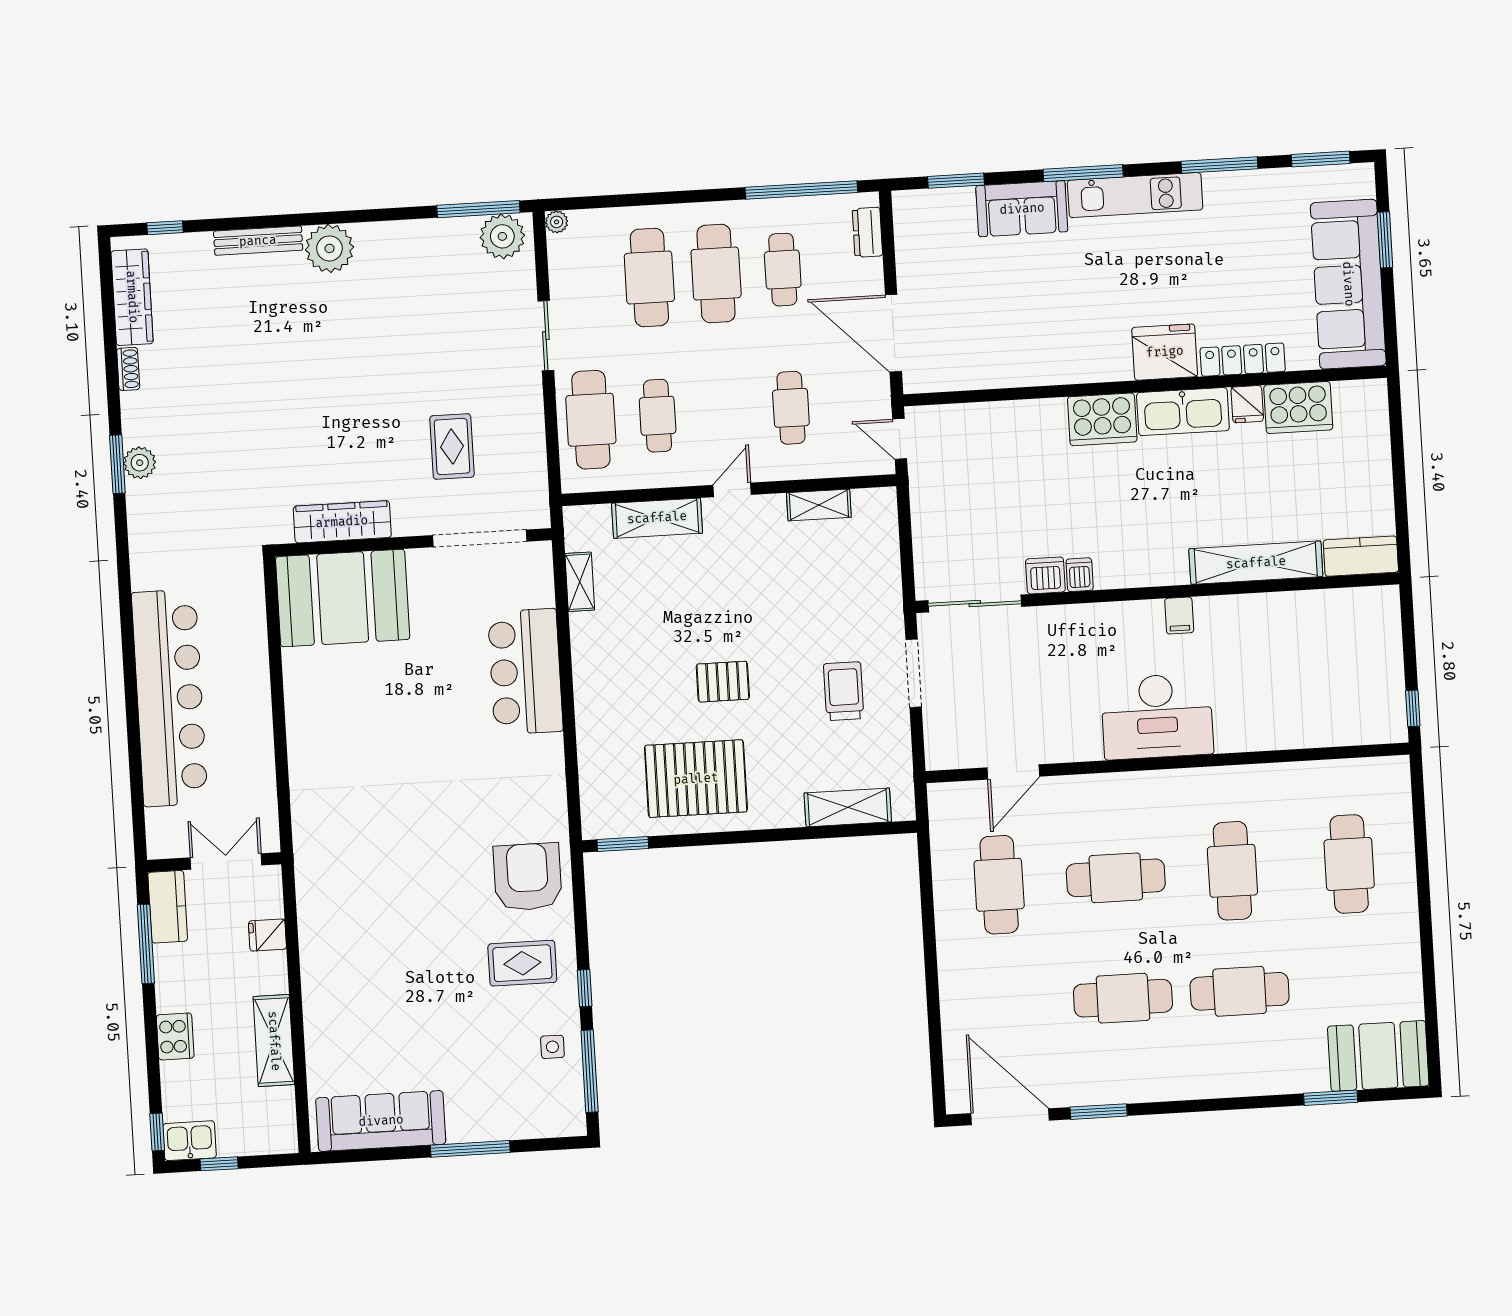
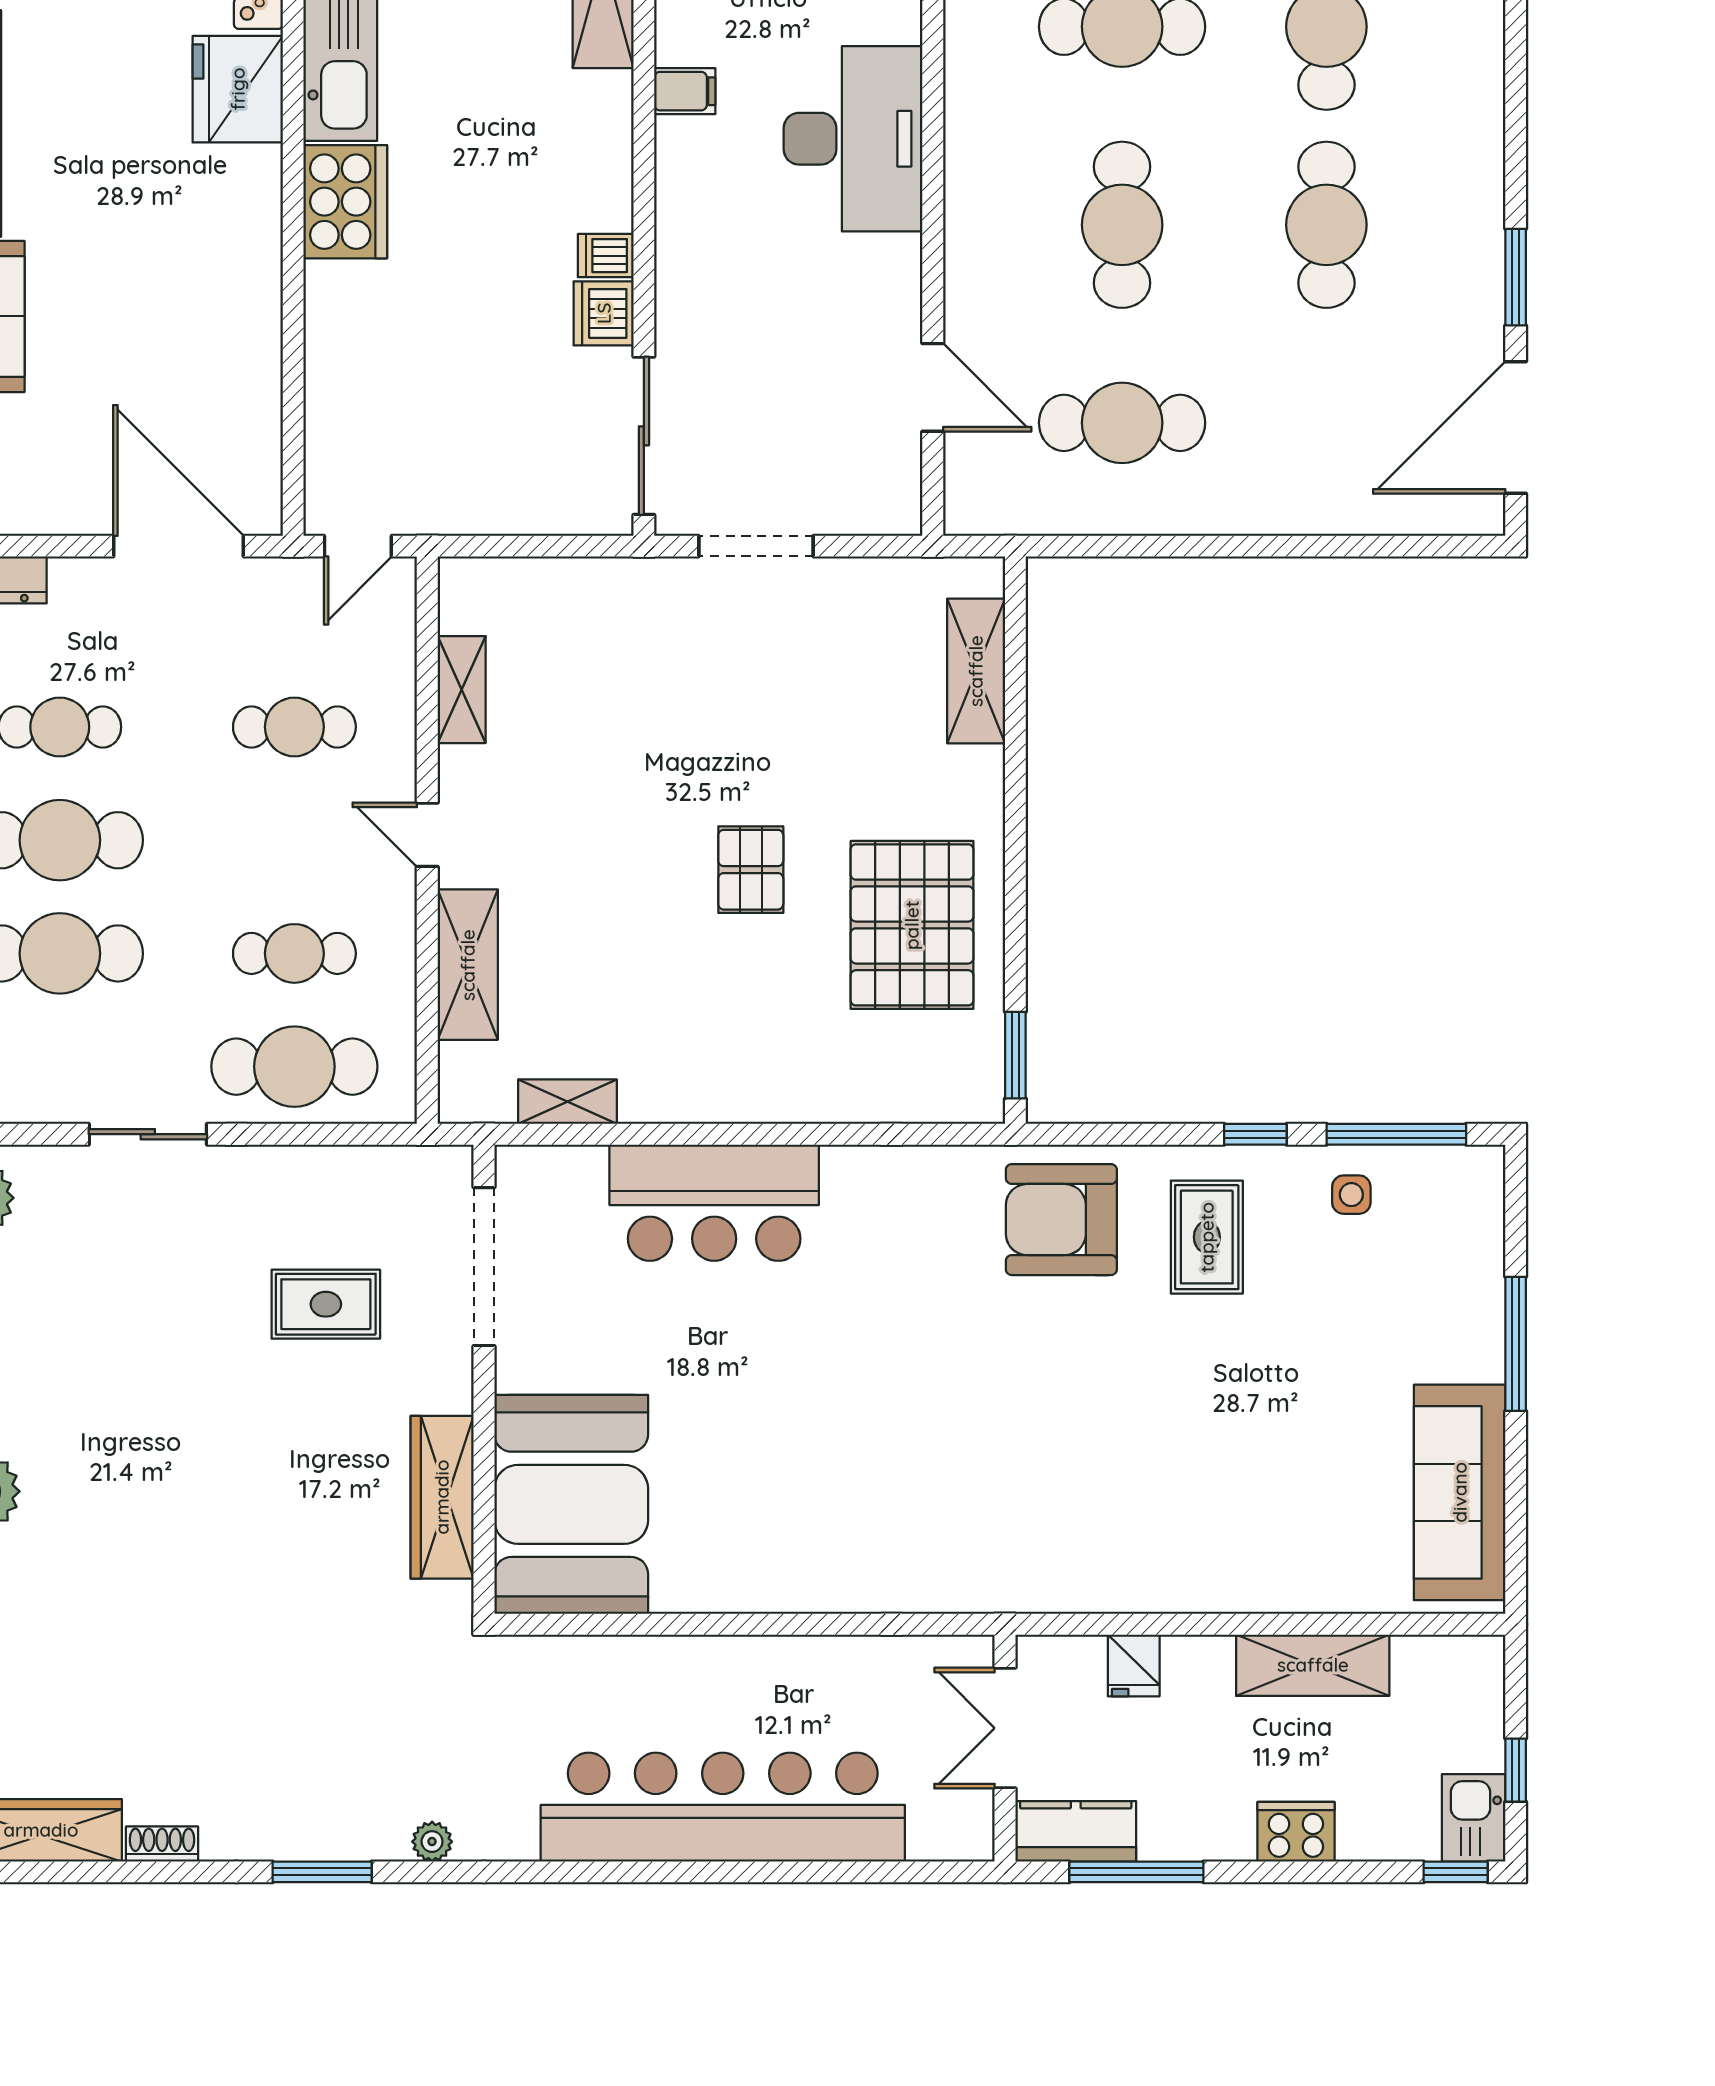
door: (893, 333) -> (178, 546), swing flipped
plant: (140, 463) -> (432, 1842), moved, width x0.73, depth x0.73
trolley: (844, 691) -> (779, 666), removed

